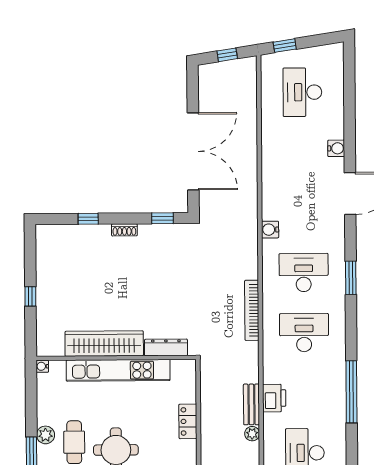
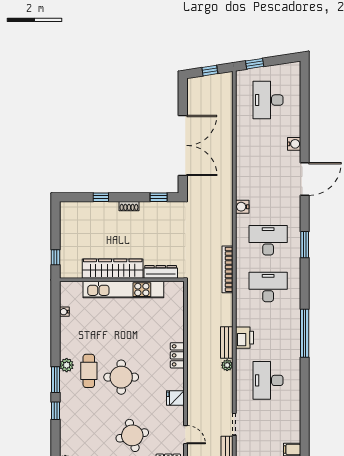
wardrobe: (104, 344) -> (113, 269), moved
dresser: (166, 347) -> (161, 272), moved
wall: (116, 358) -> (122, 280), moved
kitchen unit: (118, 370) -> (123, 290), moved

